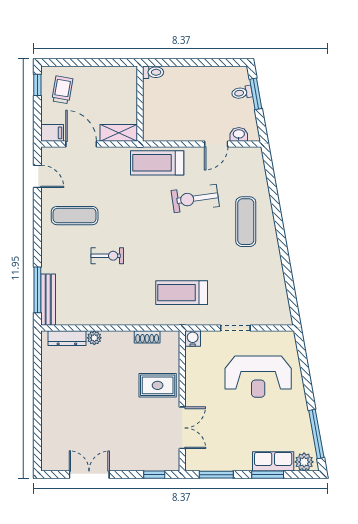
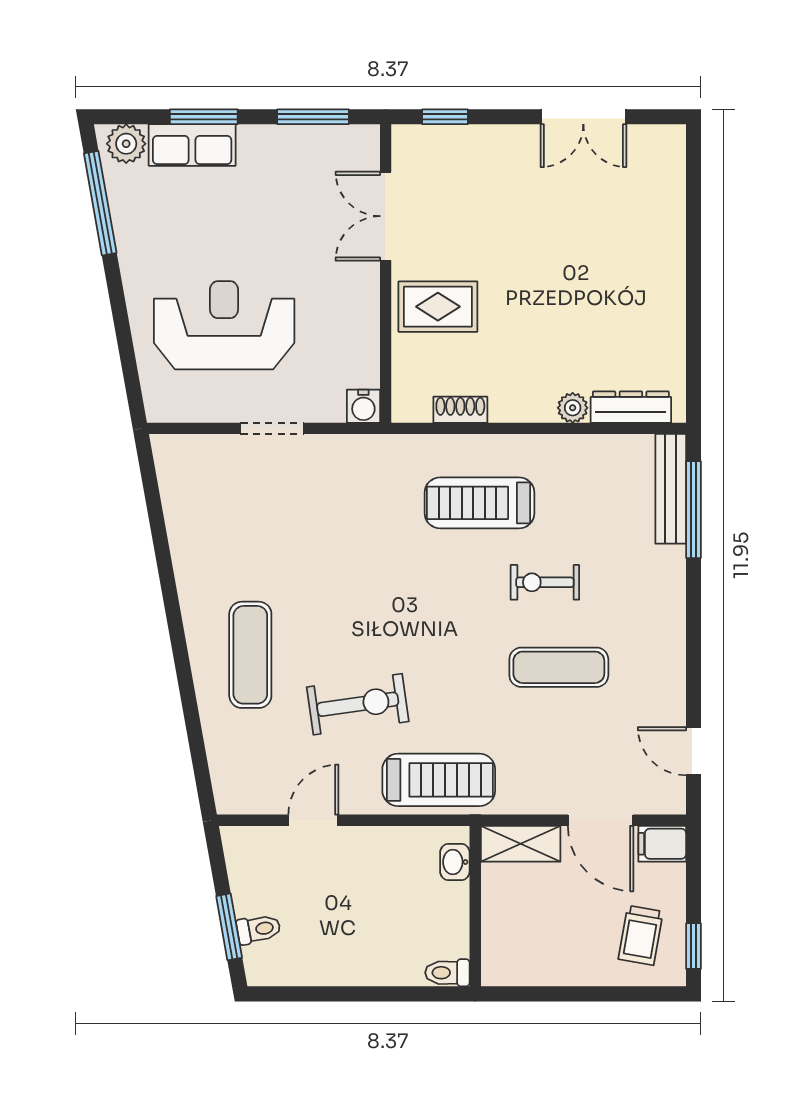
washbasin: (239, 134) -> (455, 862), moved, turned 90
exercise mat: (75, 216) -> (559, 667), moved
treadmill: (182, 293) -> (480, 503), moved, turned 180

